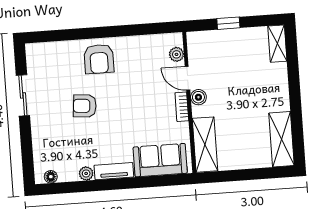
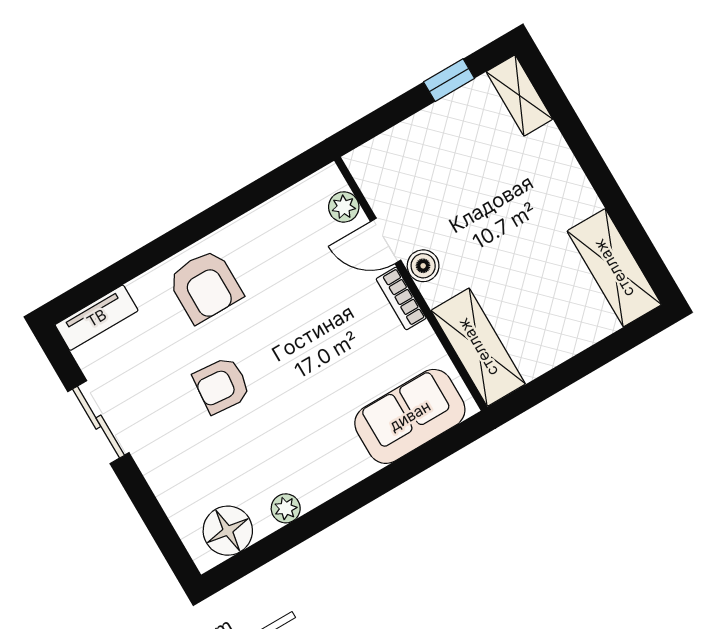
window: (228, 23) -> (449, 80), moved
tv unit: (114, 171) -> (97, 318), moved, turned 180
floor lamp: (51, 177) -> (228, 531), width x1.89, depth x1.89

